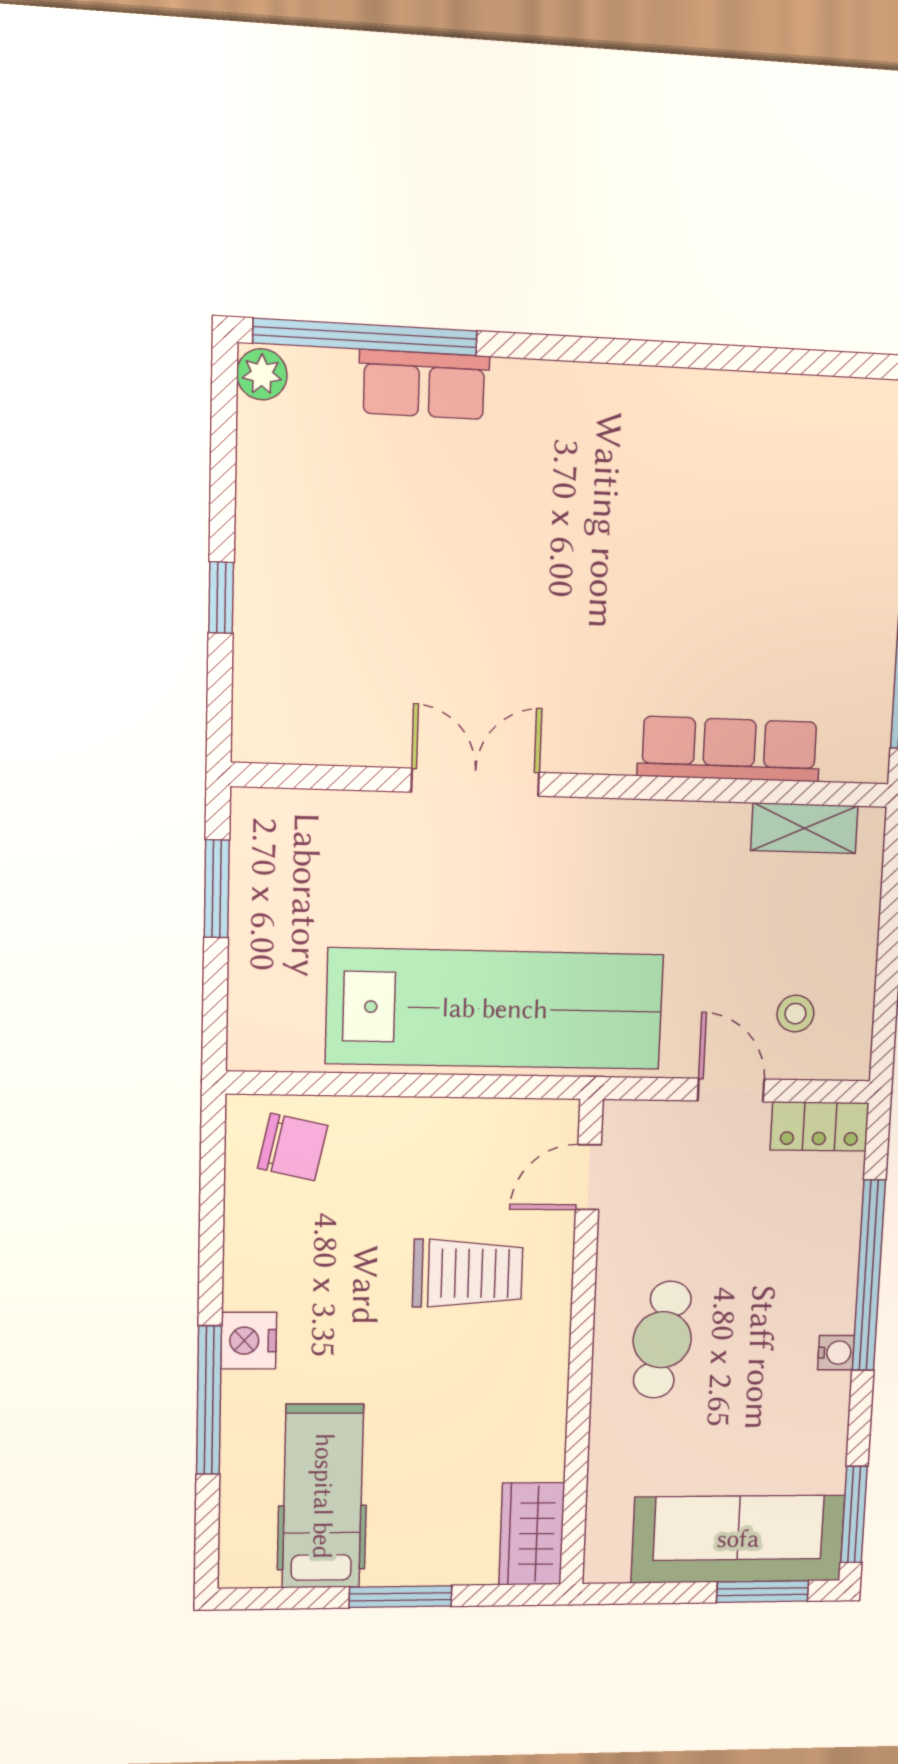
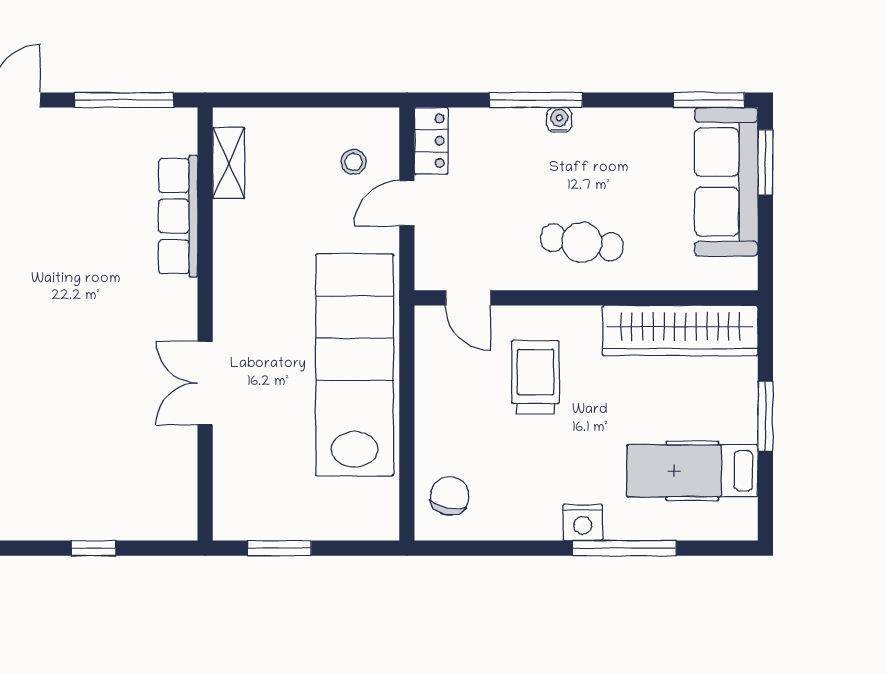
window: (869, 1276) -> (536, 100), width x0.68
water cooler: (836, 1353) -> (559, 120), moved
wardrobe: (532, 1534) -> (680, 331), width x2.10, depth x1.17

